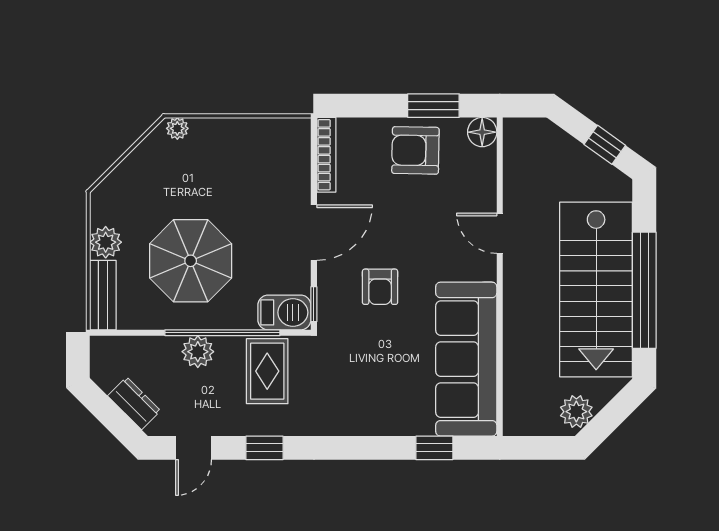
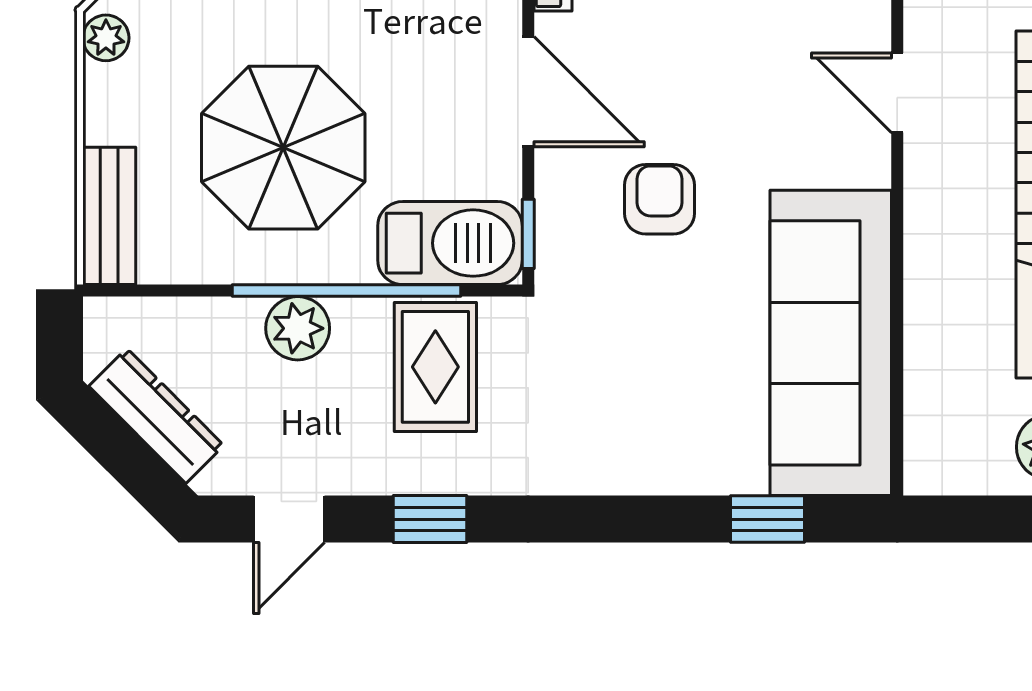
door: (314, 233) -> (528, 92), hinge flipped
plant: (106, 242) -> (106, 38), moved, width x0.73, depth x0.73
armchair: (380, 287) -> (659, 199), turned 180
barbecue: (284, 312) -> (450, 243), width x1.37, depth x1.21
dresser: (134, 403) -> (156, 416), width x1.44

